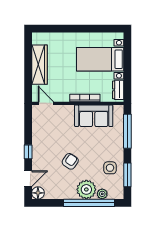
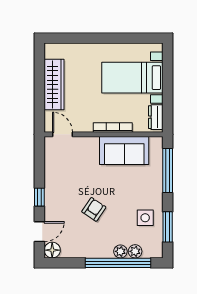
plant: (86, 189) -> (120, 251), width x0.53, depth x0.53

